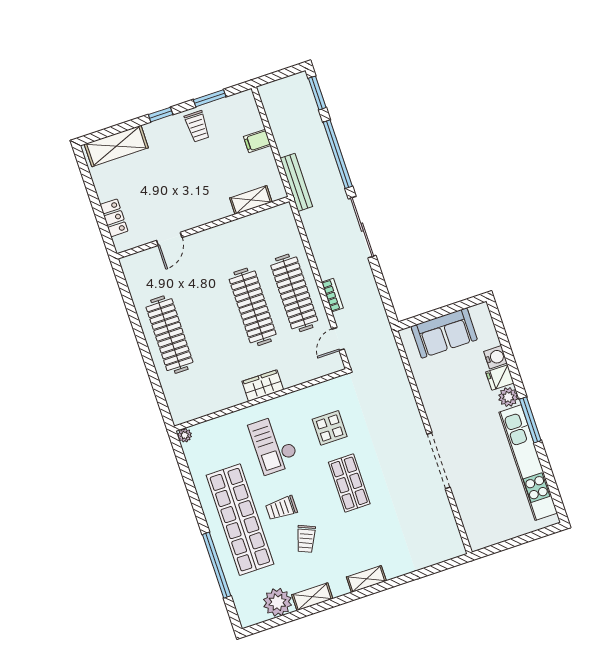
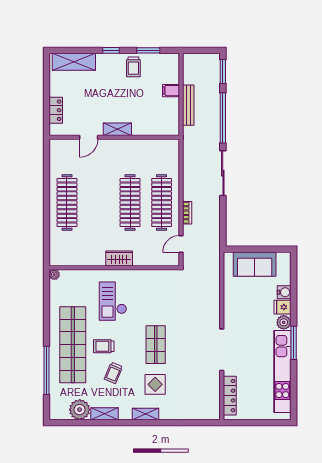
bench: (296, 182) -> (188, 105), moved
shelving: (251, 200) -> (117, 129), moved
display table: (330, 428) -> (155, 384), moved
locker: (469, 517) -> (230, 396), added

